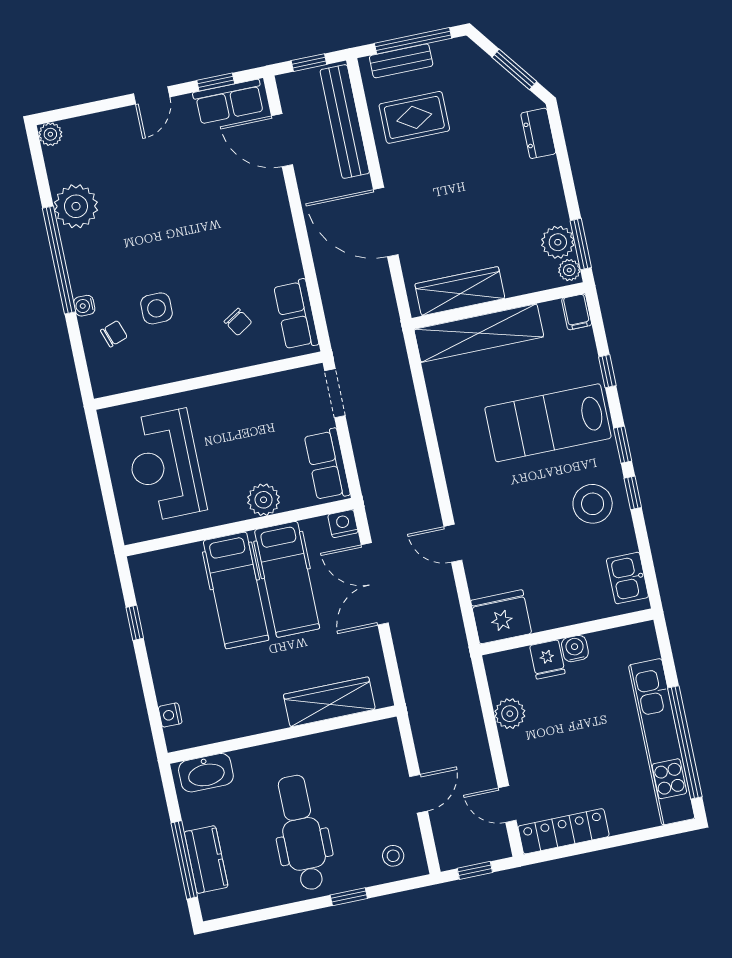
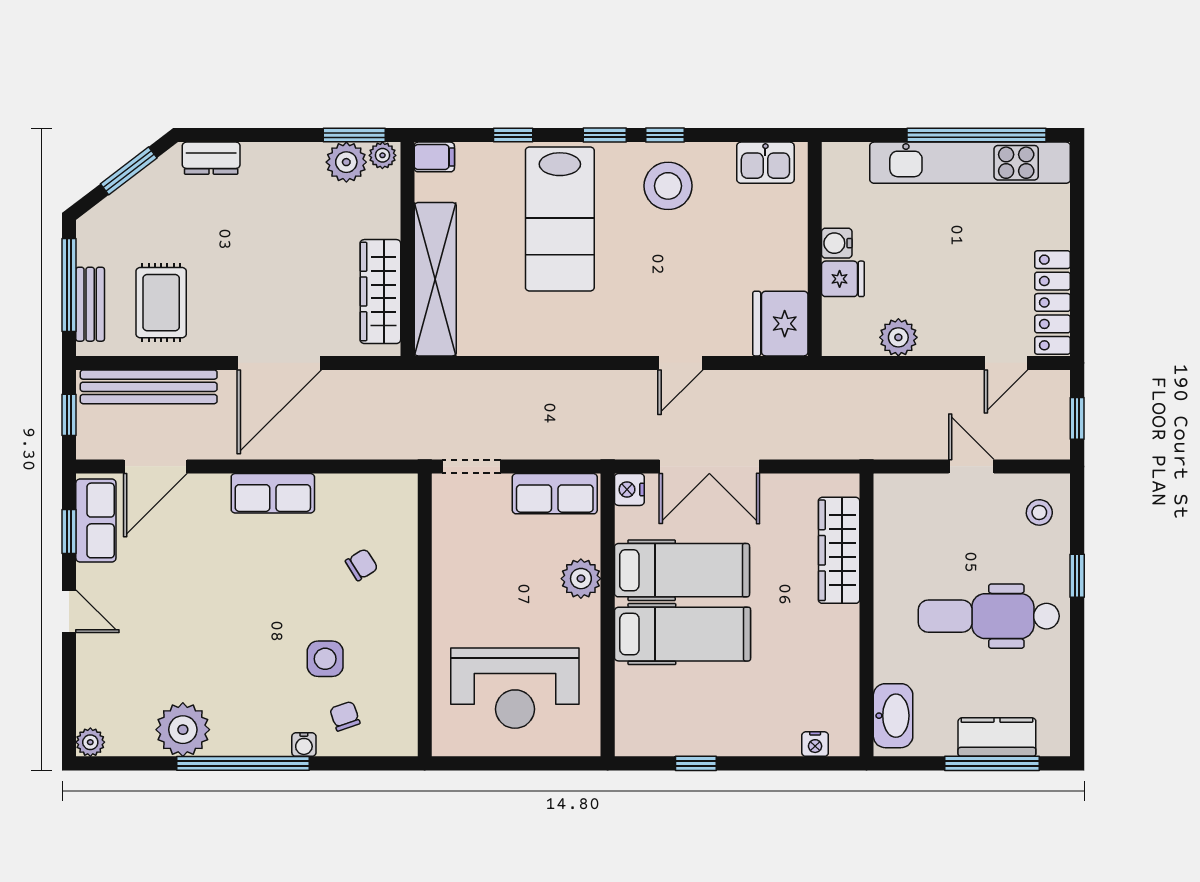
row of seats: (296, 315) -> (273, 493), moved

